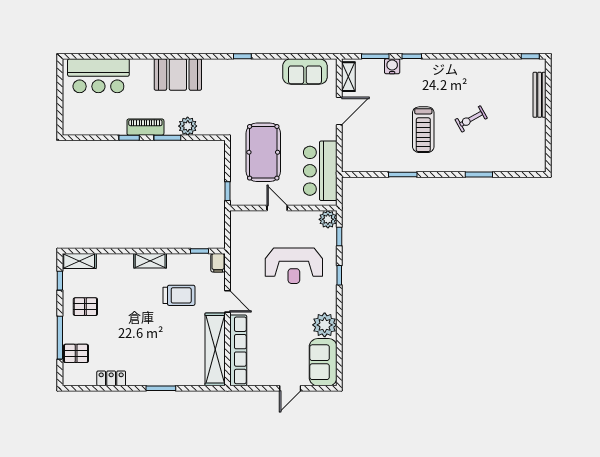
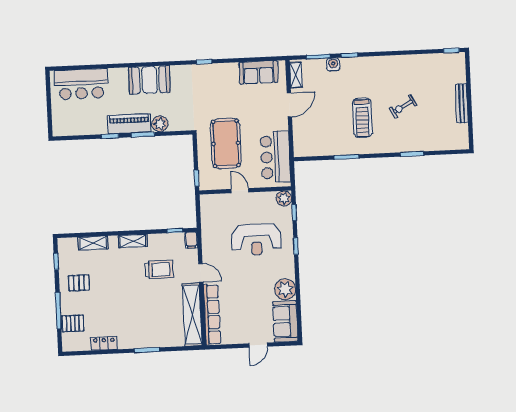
bench: (540, 95) -> (462, 103), moved
piano: (145, 127) -> (129, 124), width x1.37, depth x1.33
shelving: (79, 261) -> (93, 243), moved

